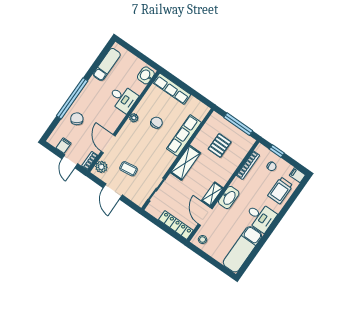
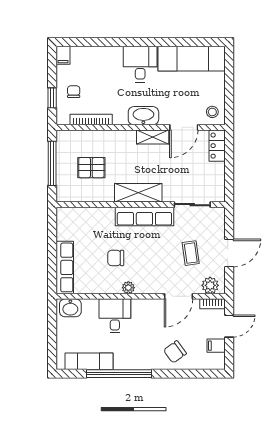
window: (72, 98) -> (119, 374), moved
row of seats: (184, 135) -> (144, 216), moved
trolley: (280, 190) -> (94, 62), removed
locker: (176, 225) -> (217, 146), width x0.66

